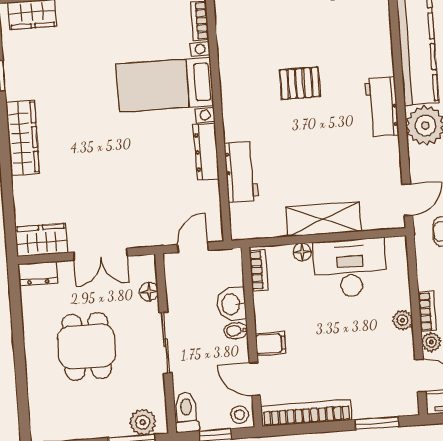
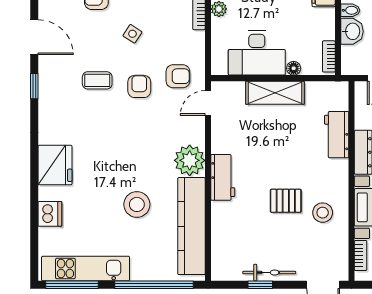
stool: (252, 72) -> (323, 213), added

